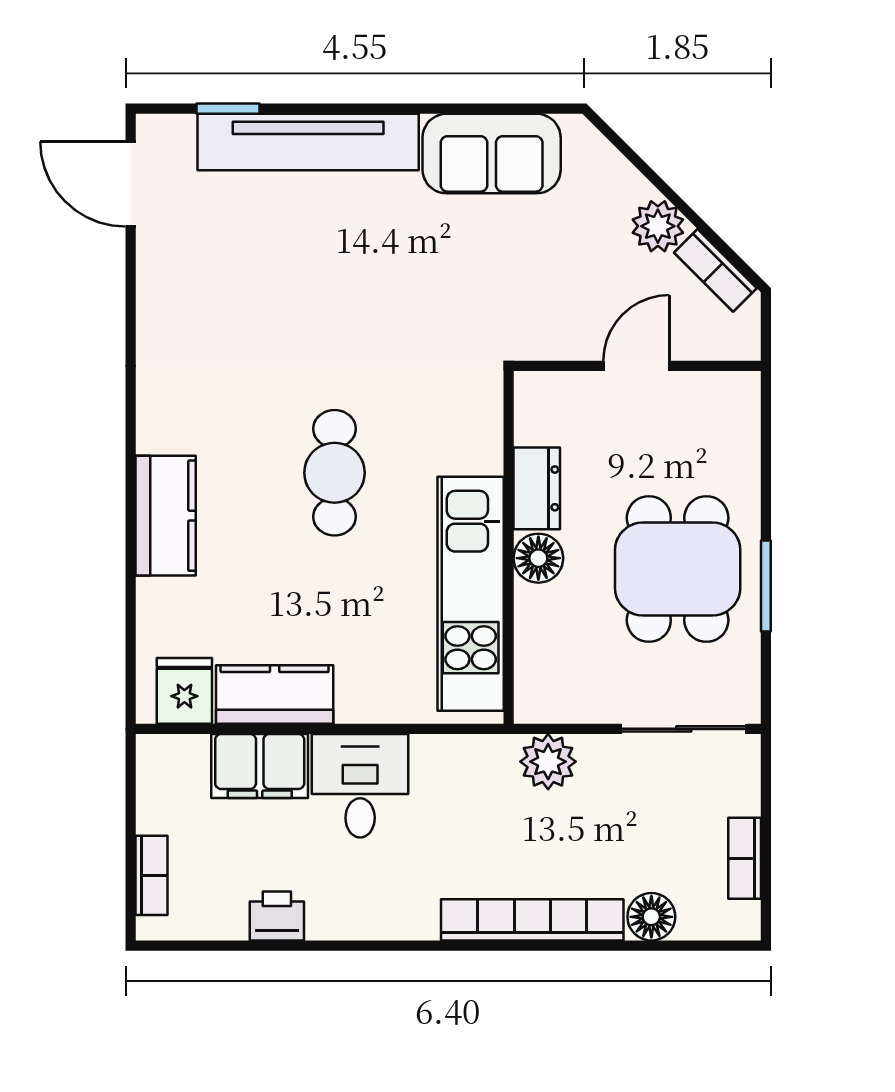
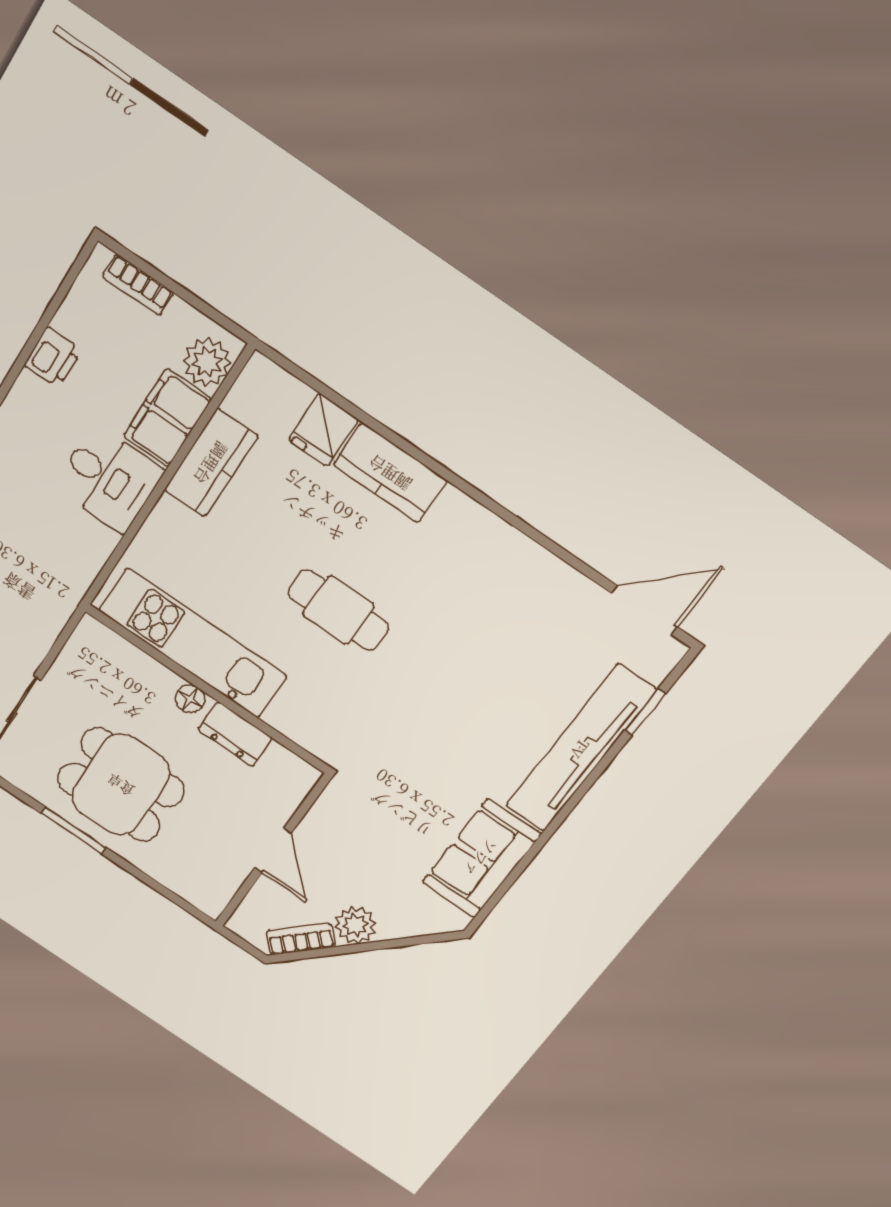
floor lamp: (538, 558) -> (190, 699), width x0.73, depth x0.73
fridge: (184, 691) -> (323, 430), moved, turned 90
plant: (548, 762) -> (207, 362), moved

